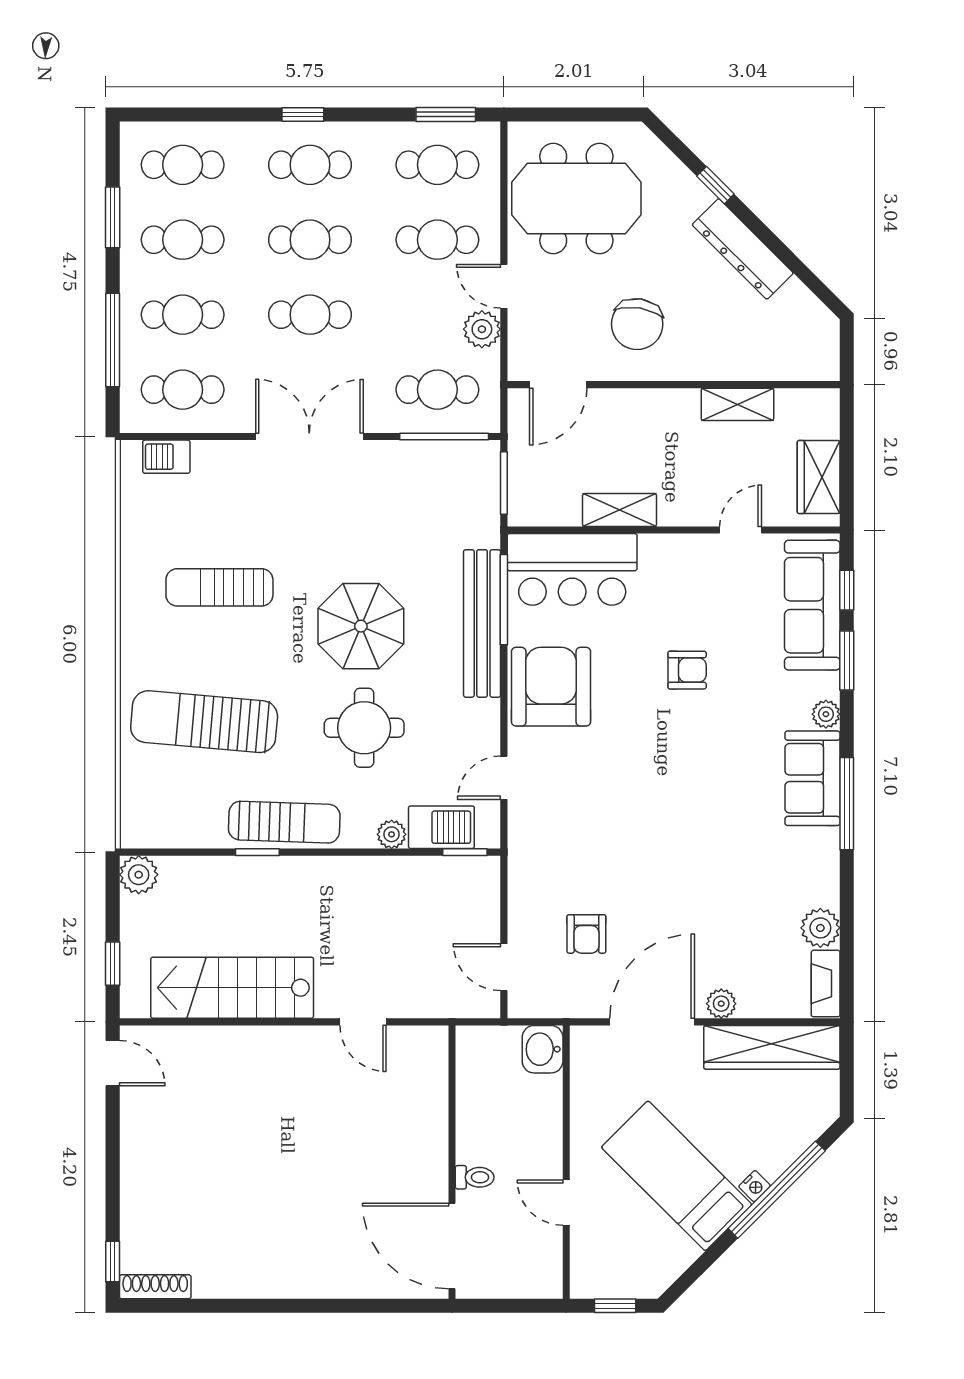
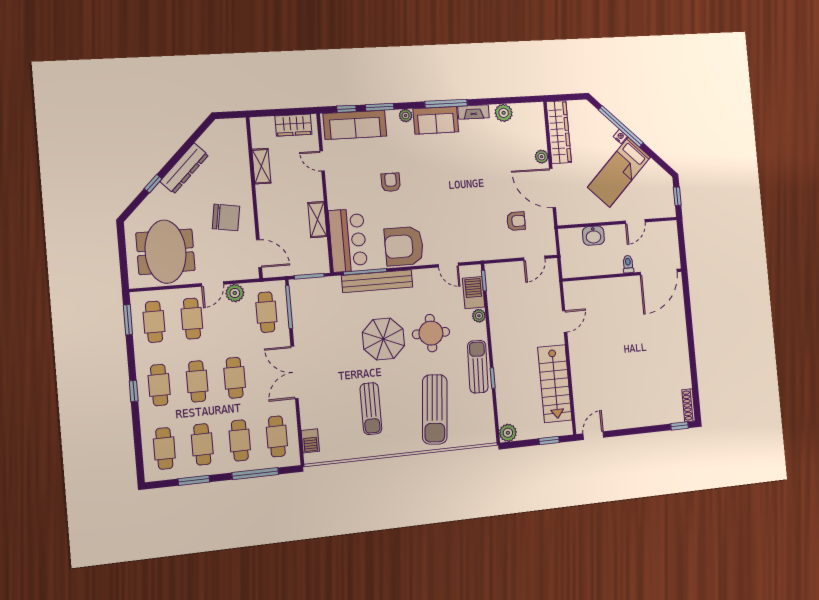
fireplace: (826, 984) -> (474, 112), moved
washbasin: (543, 1049) -> (593, 236), moved

